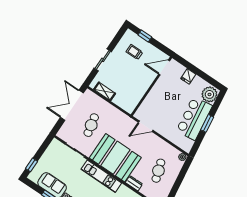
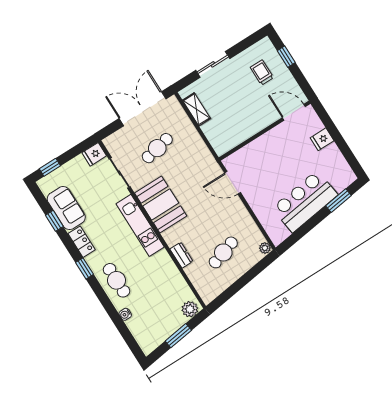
plant: (209, 94) -> (341, 177), removed
window: (207, 123) -> (339, 201), moved
fridge: (55, 145) -> (94, 154), added
booth: (115, 158) -> (161, 204), width x0.73, depth x0.70

